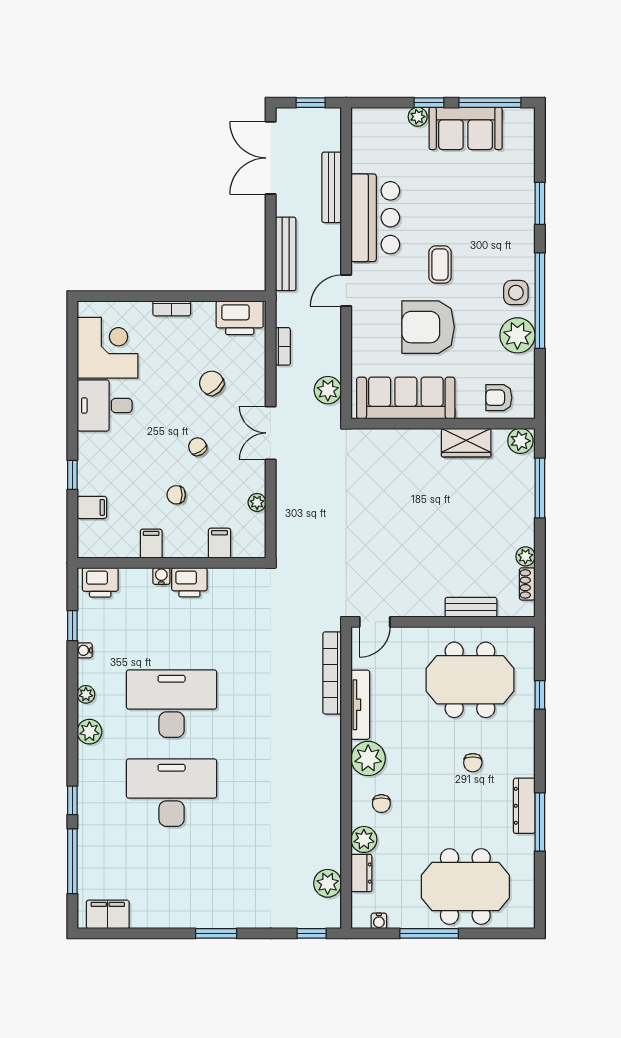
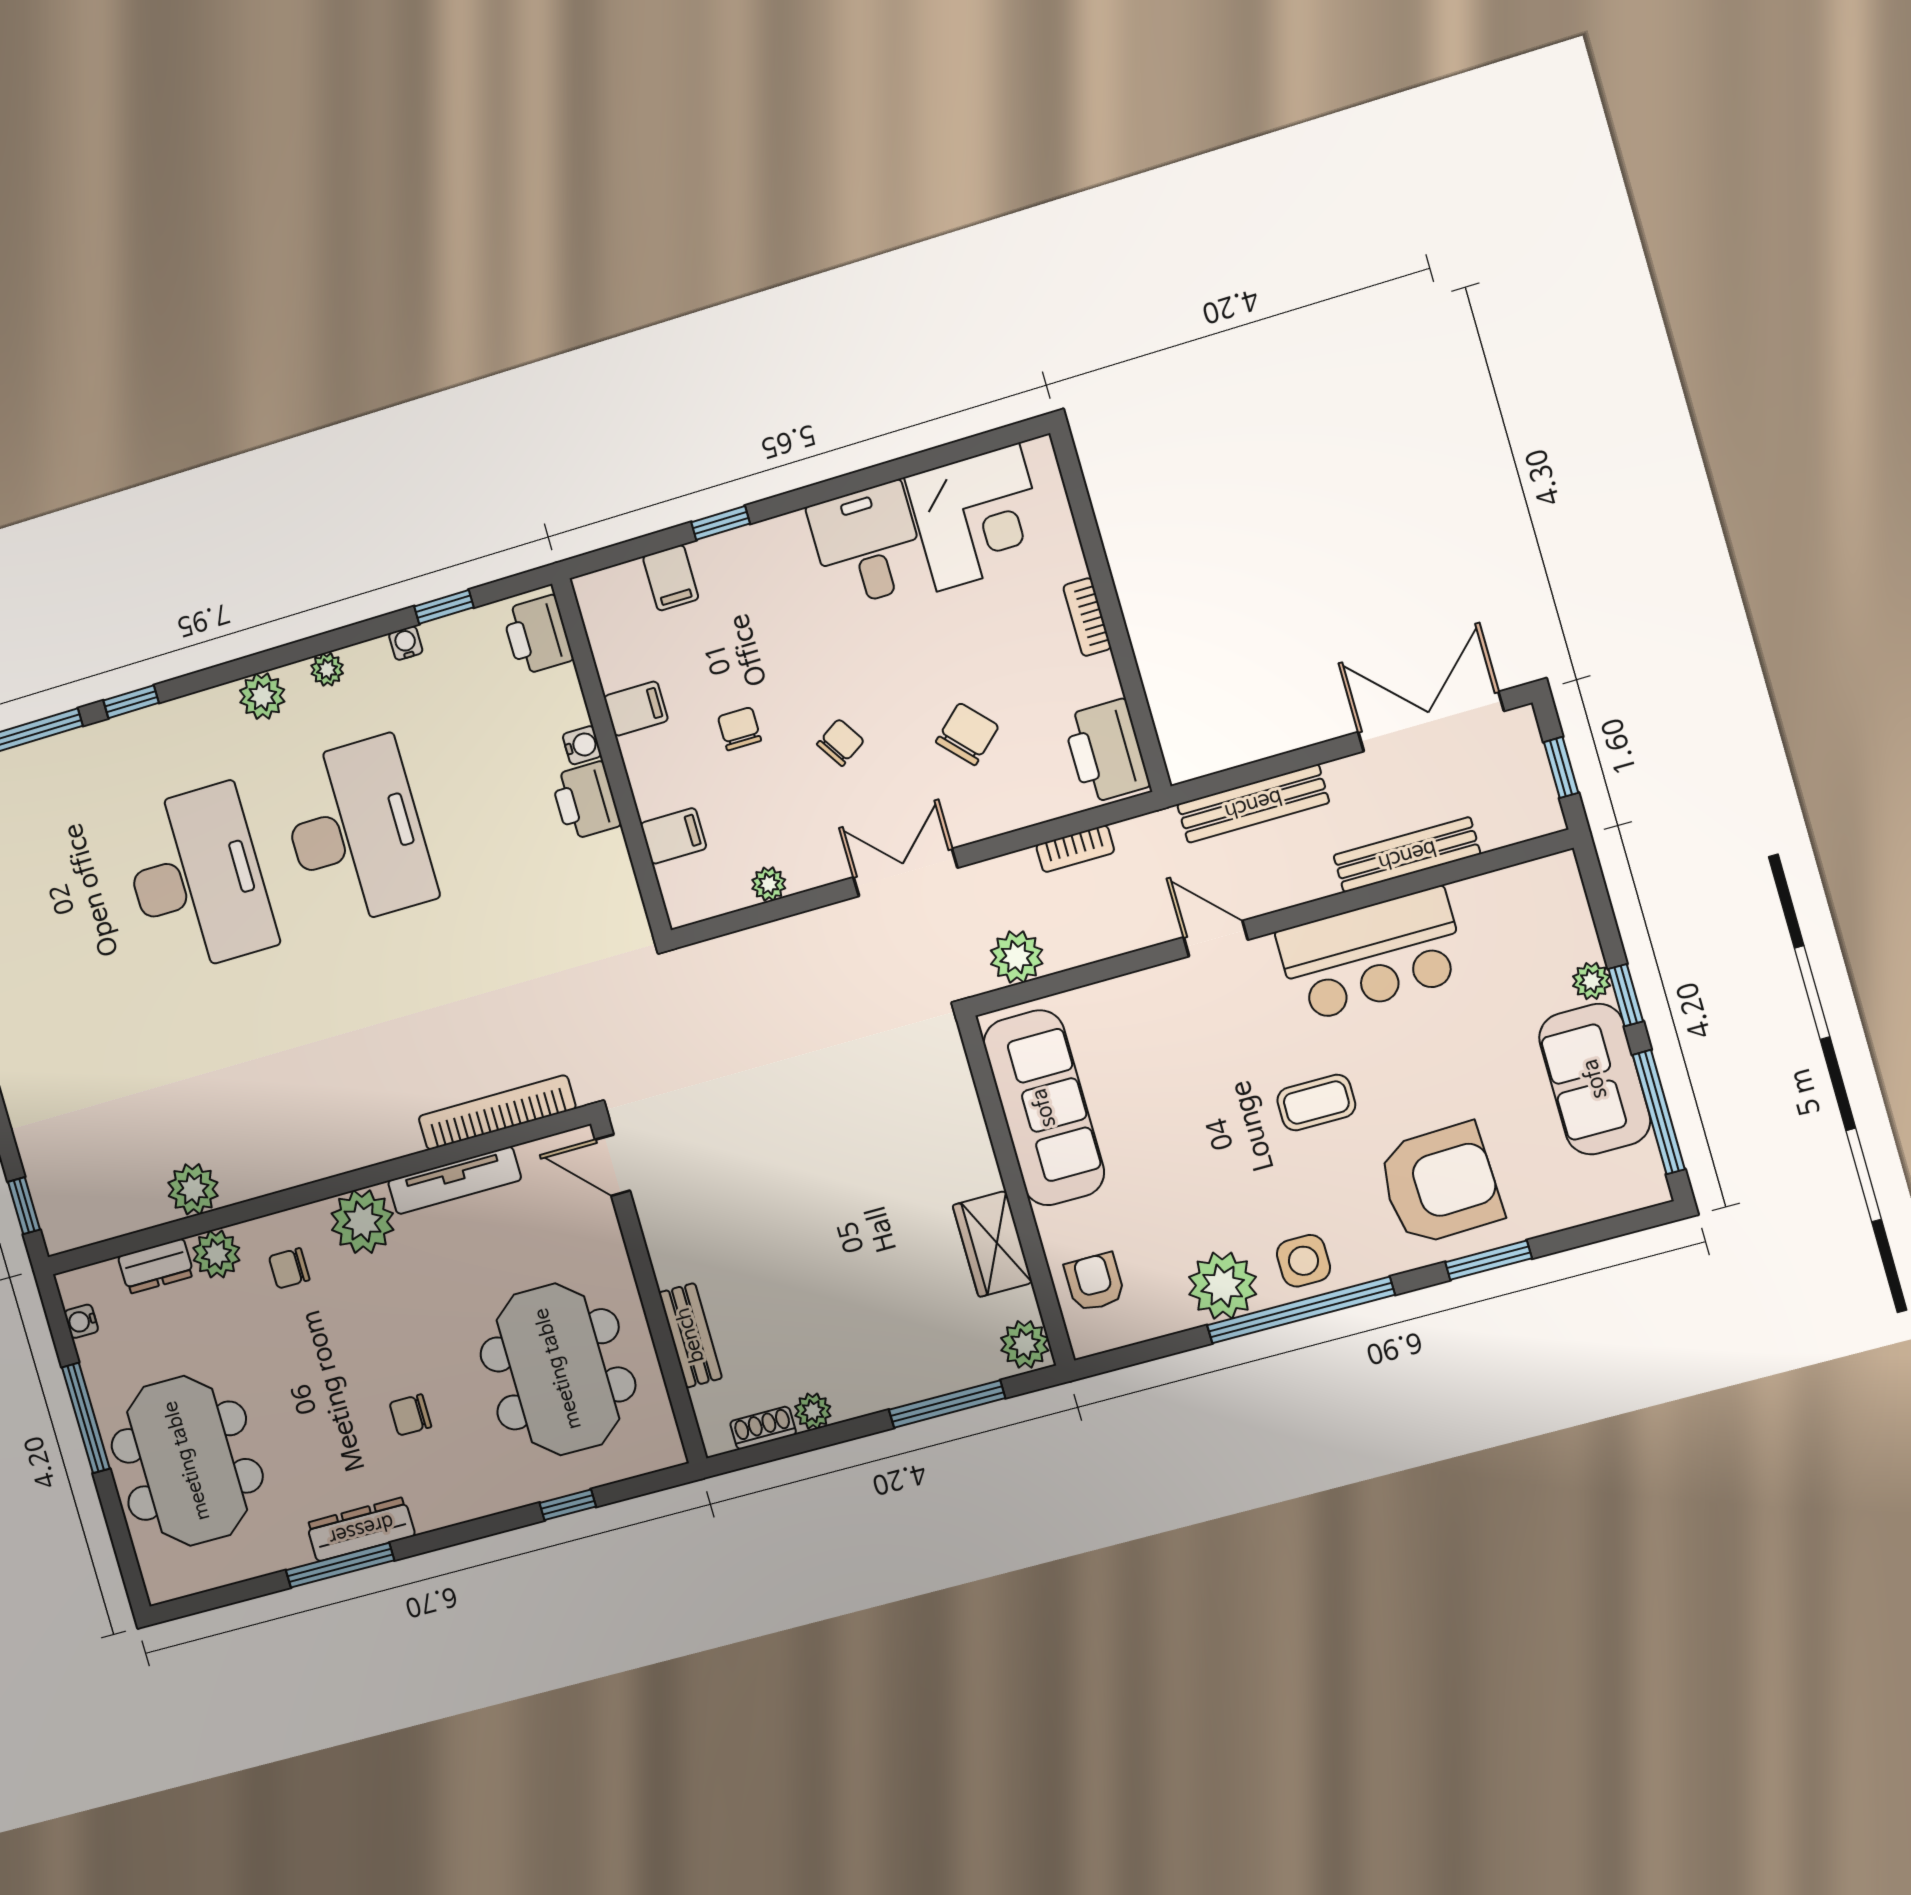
armchair: (428, 327) -> (1440, 1184), moved, turned 88
plant: (328, 883) -> (193, 1189), moved

